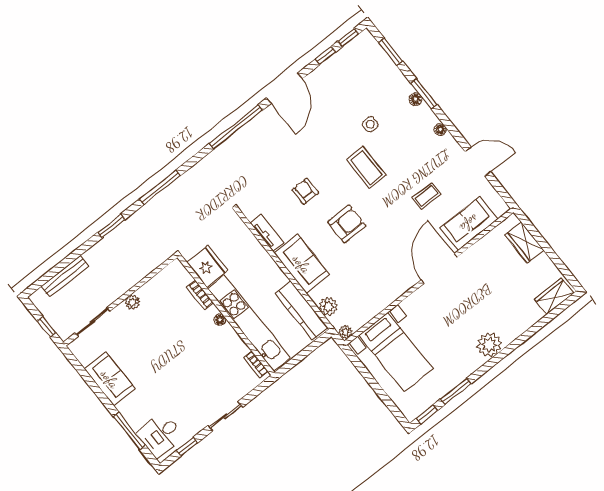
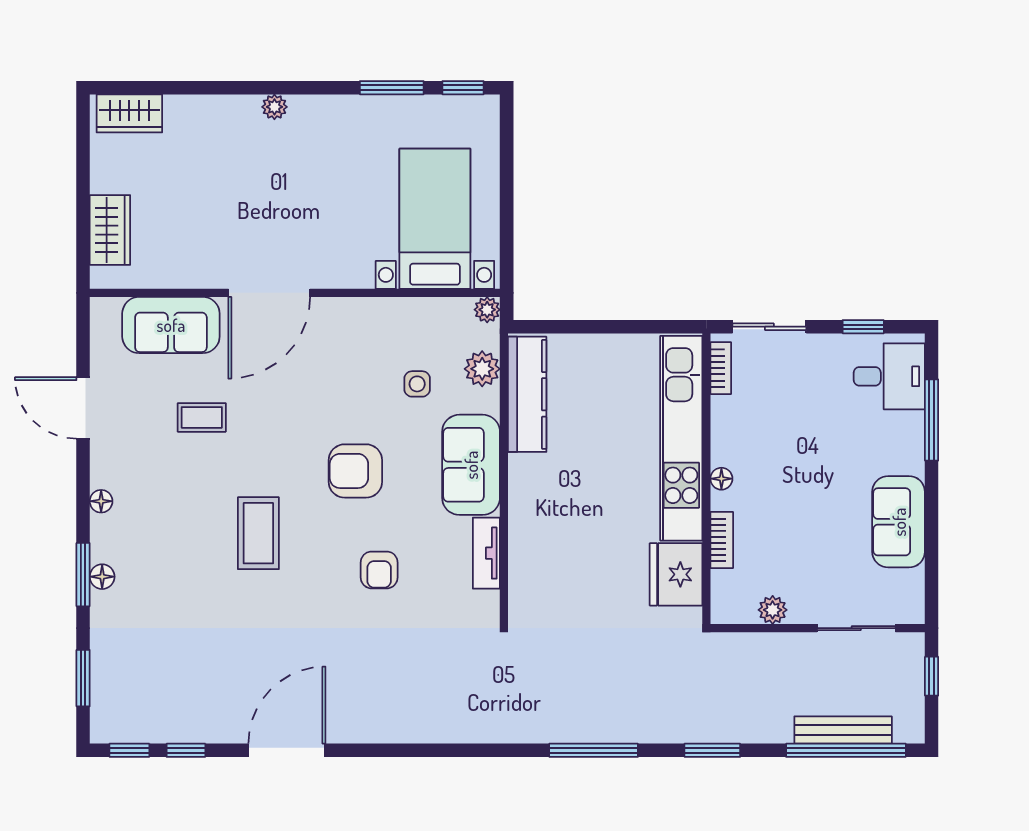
side table: (370, 124) -> (417, 384), moved
window: (236, 127) -> (846, 750), moved
fridge: (207, 266) -> (676, 574), moved
bookcase: (200, 295) -> (722, 540), moved
wall: (226, 315) -> (706, 479), moved
floor lamp: (220, 320) -> (721, 479), moved
kitchen unit: (249, 323) -> (681, 438), moved
plant: (489, 345) -> (274, 107), width x0.53, depth x0.53
bookcase: (256, 364) -> (721, 368), moved

